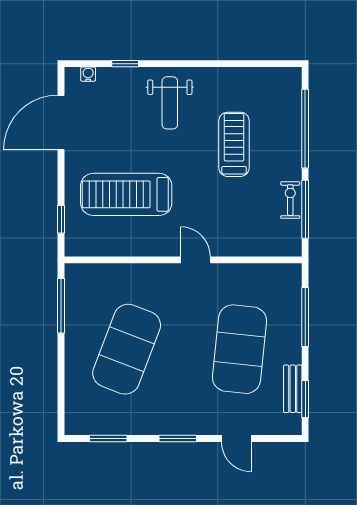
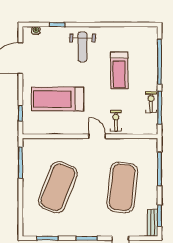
treadmill: (234, 144) -> (119, 71), turned 180
exercise bike: (228, 233) -> (116, 121), added
bench: (293, 389) -> (153, 223), moved

